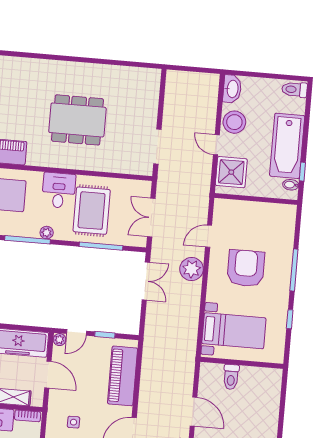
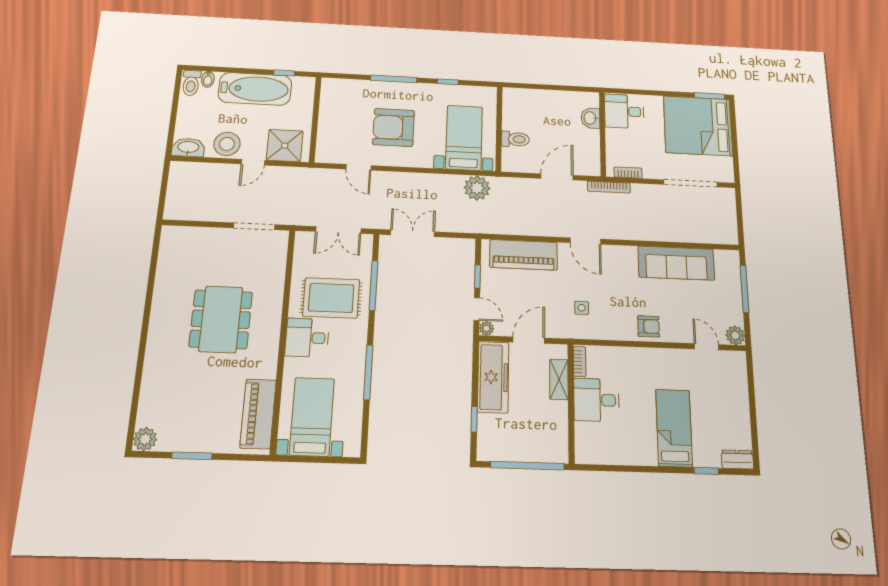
bidet: (291, 185) -> (208, 79), moved
plant: (47, 233) -> (359, 350), removed
plant: (192, 269) -> (477, 188), moved

